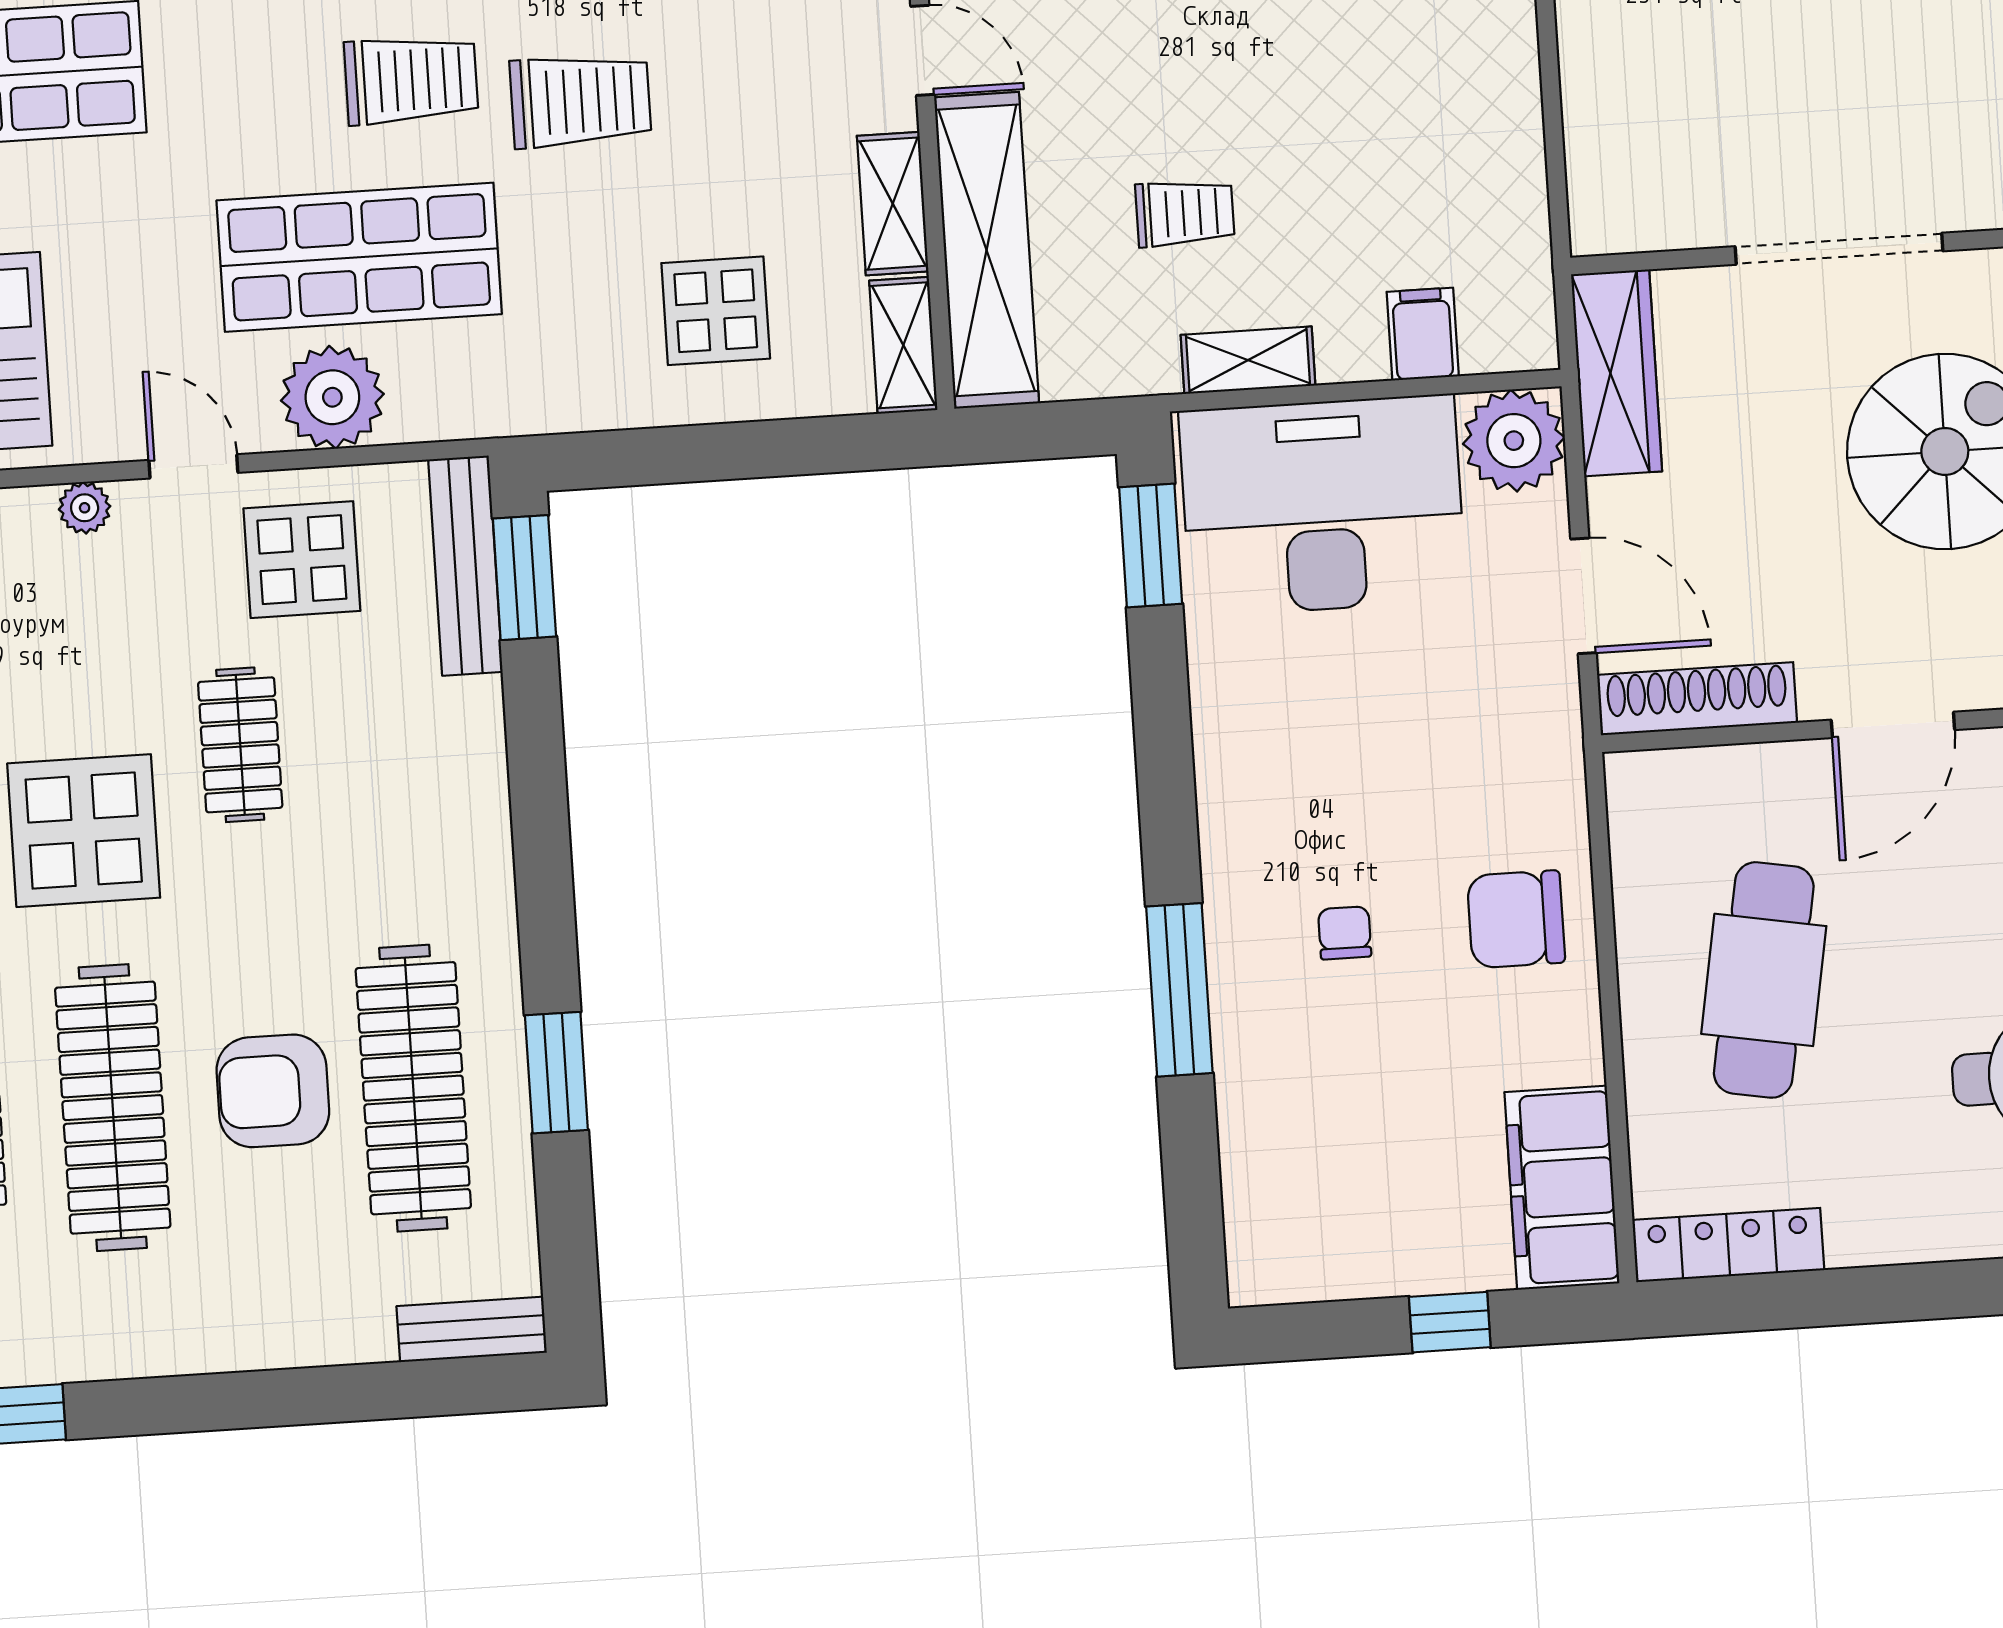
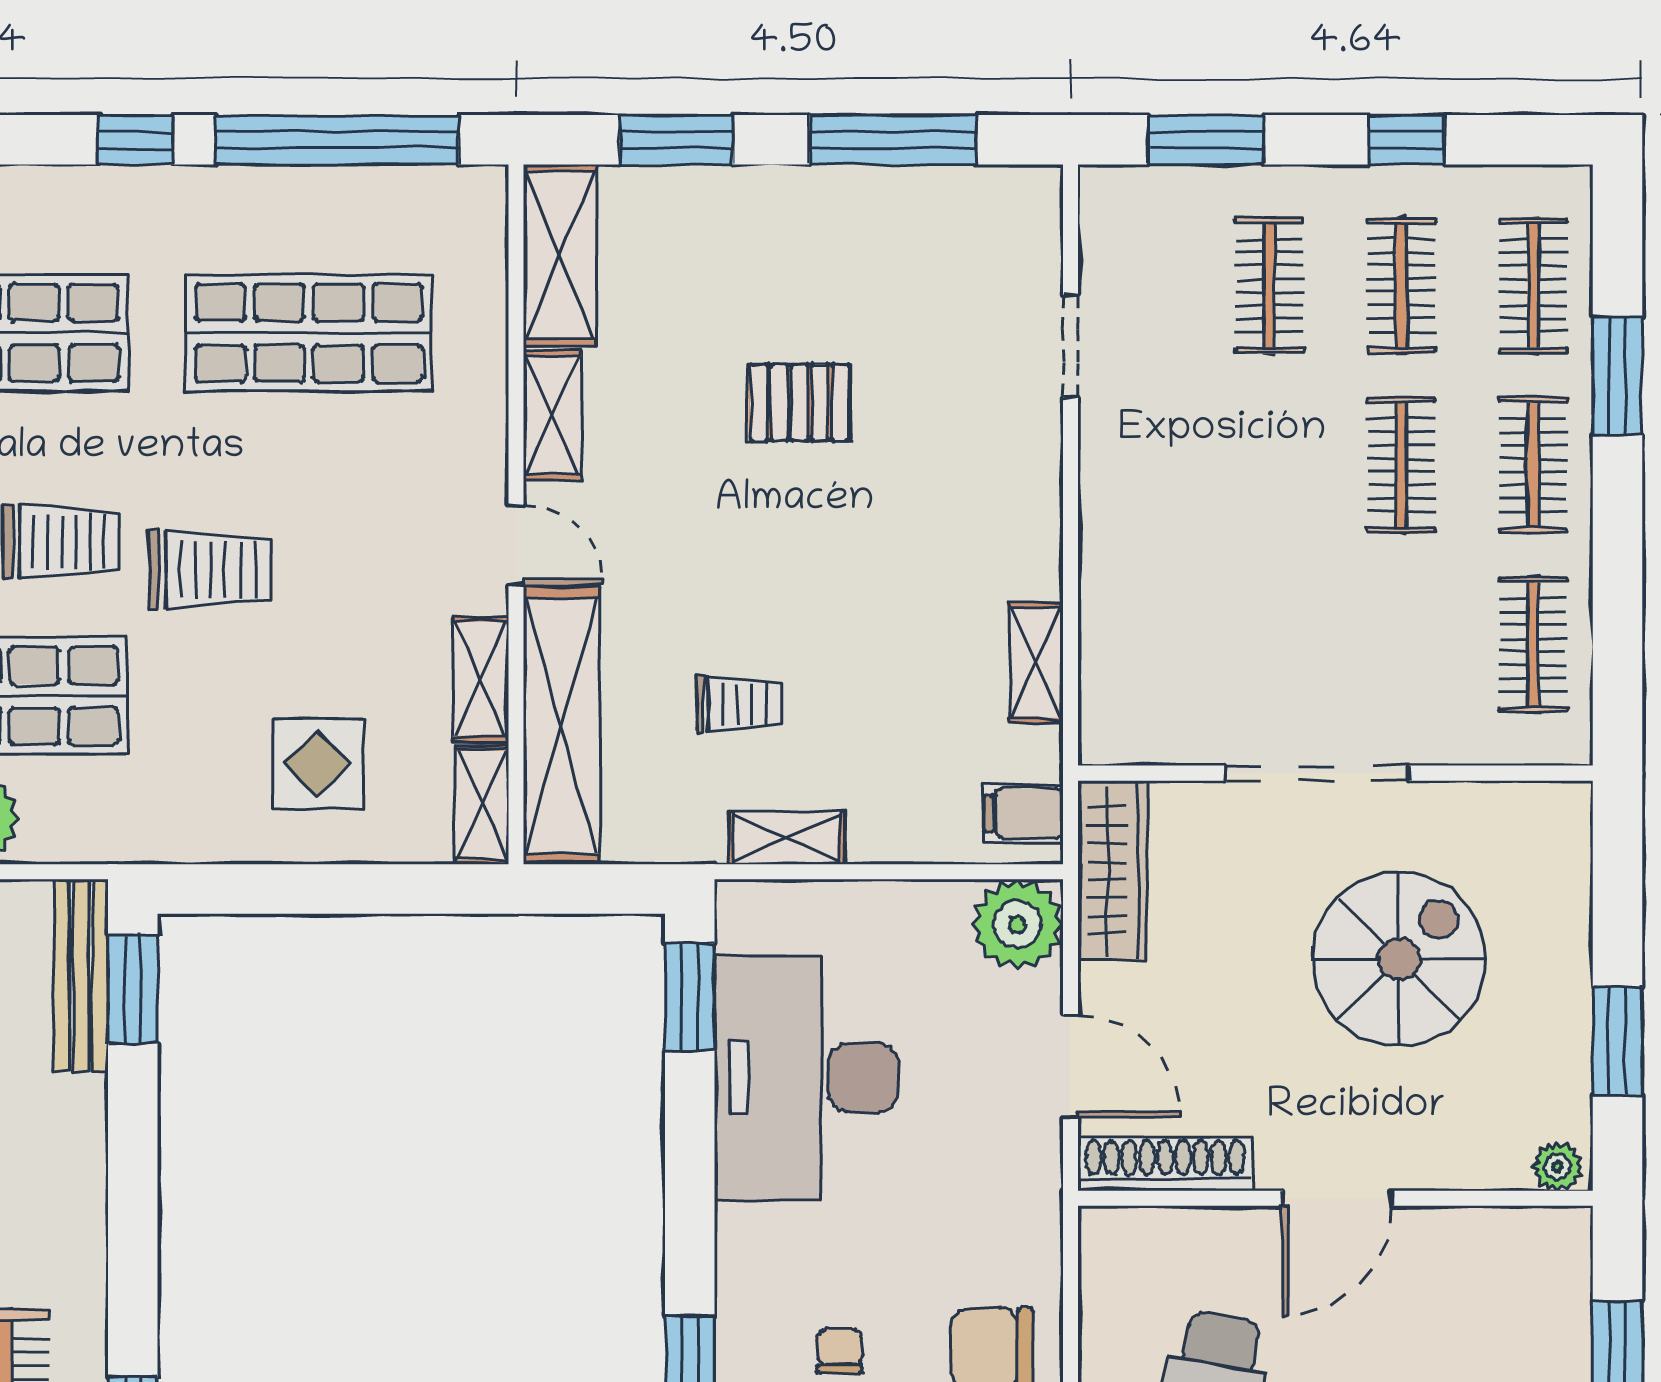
shelving: (1516, 145) -> (1036, 663), added
filing cabinet: (1423, 334) -> (1024, 813), moved, turned -90
desk: (1323, 505) -> (806, 1077), moved, turned -90

